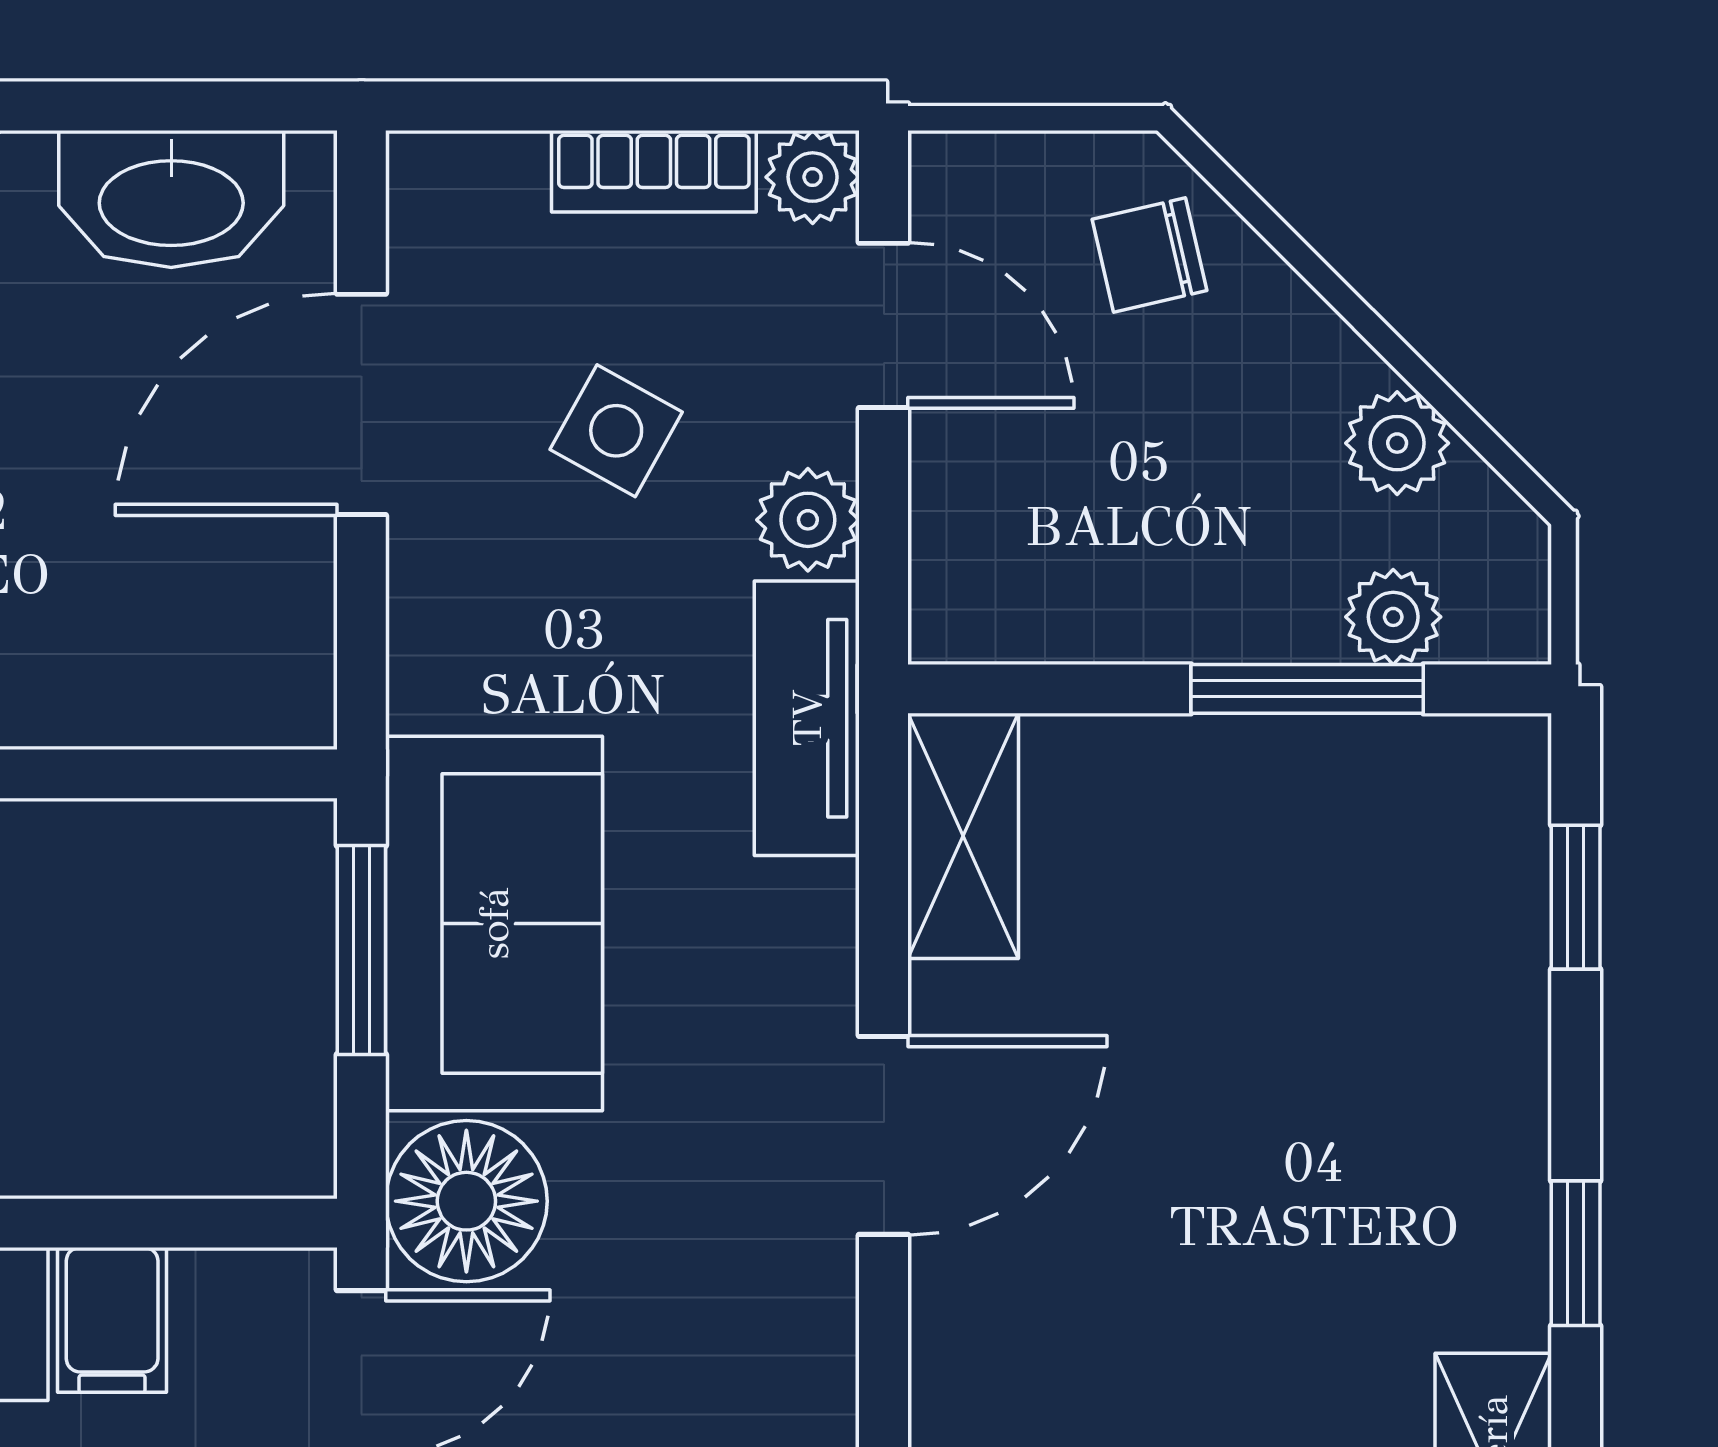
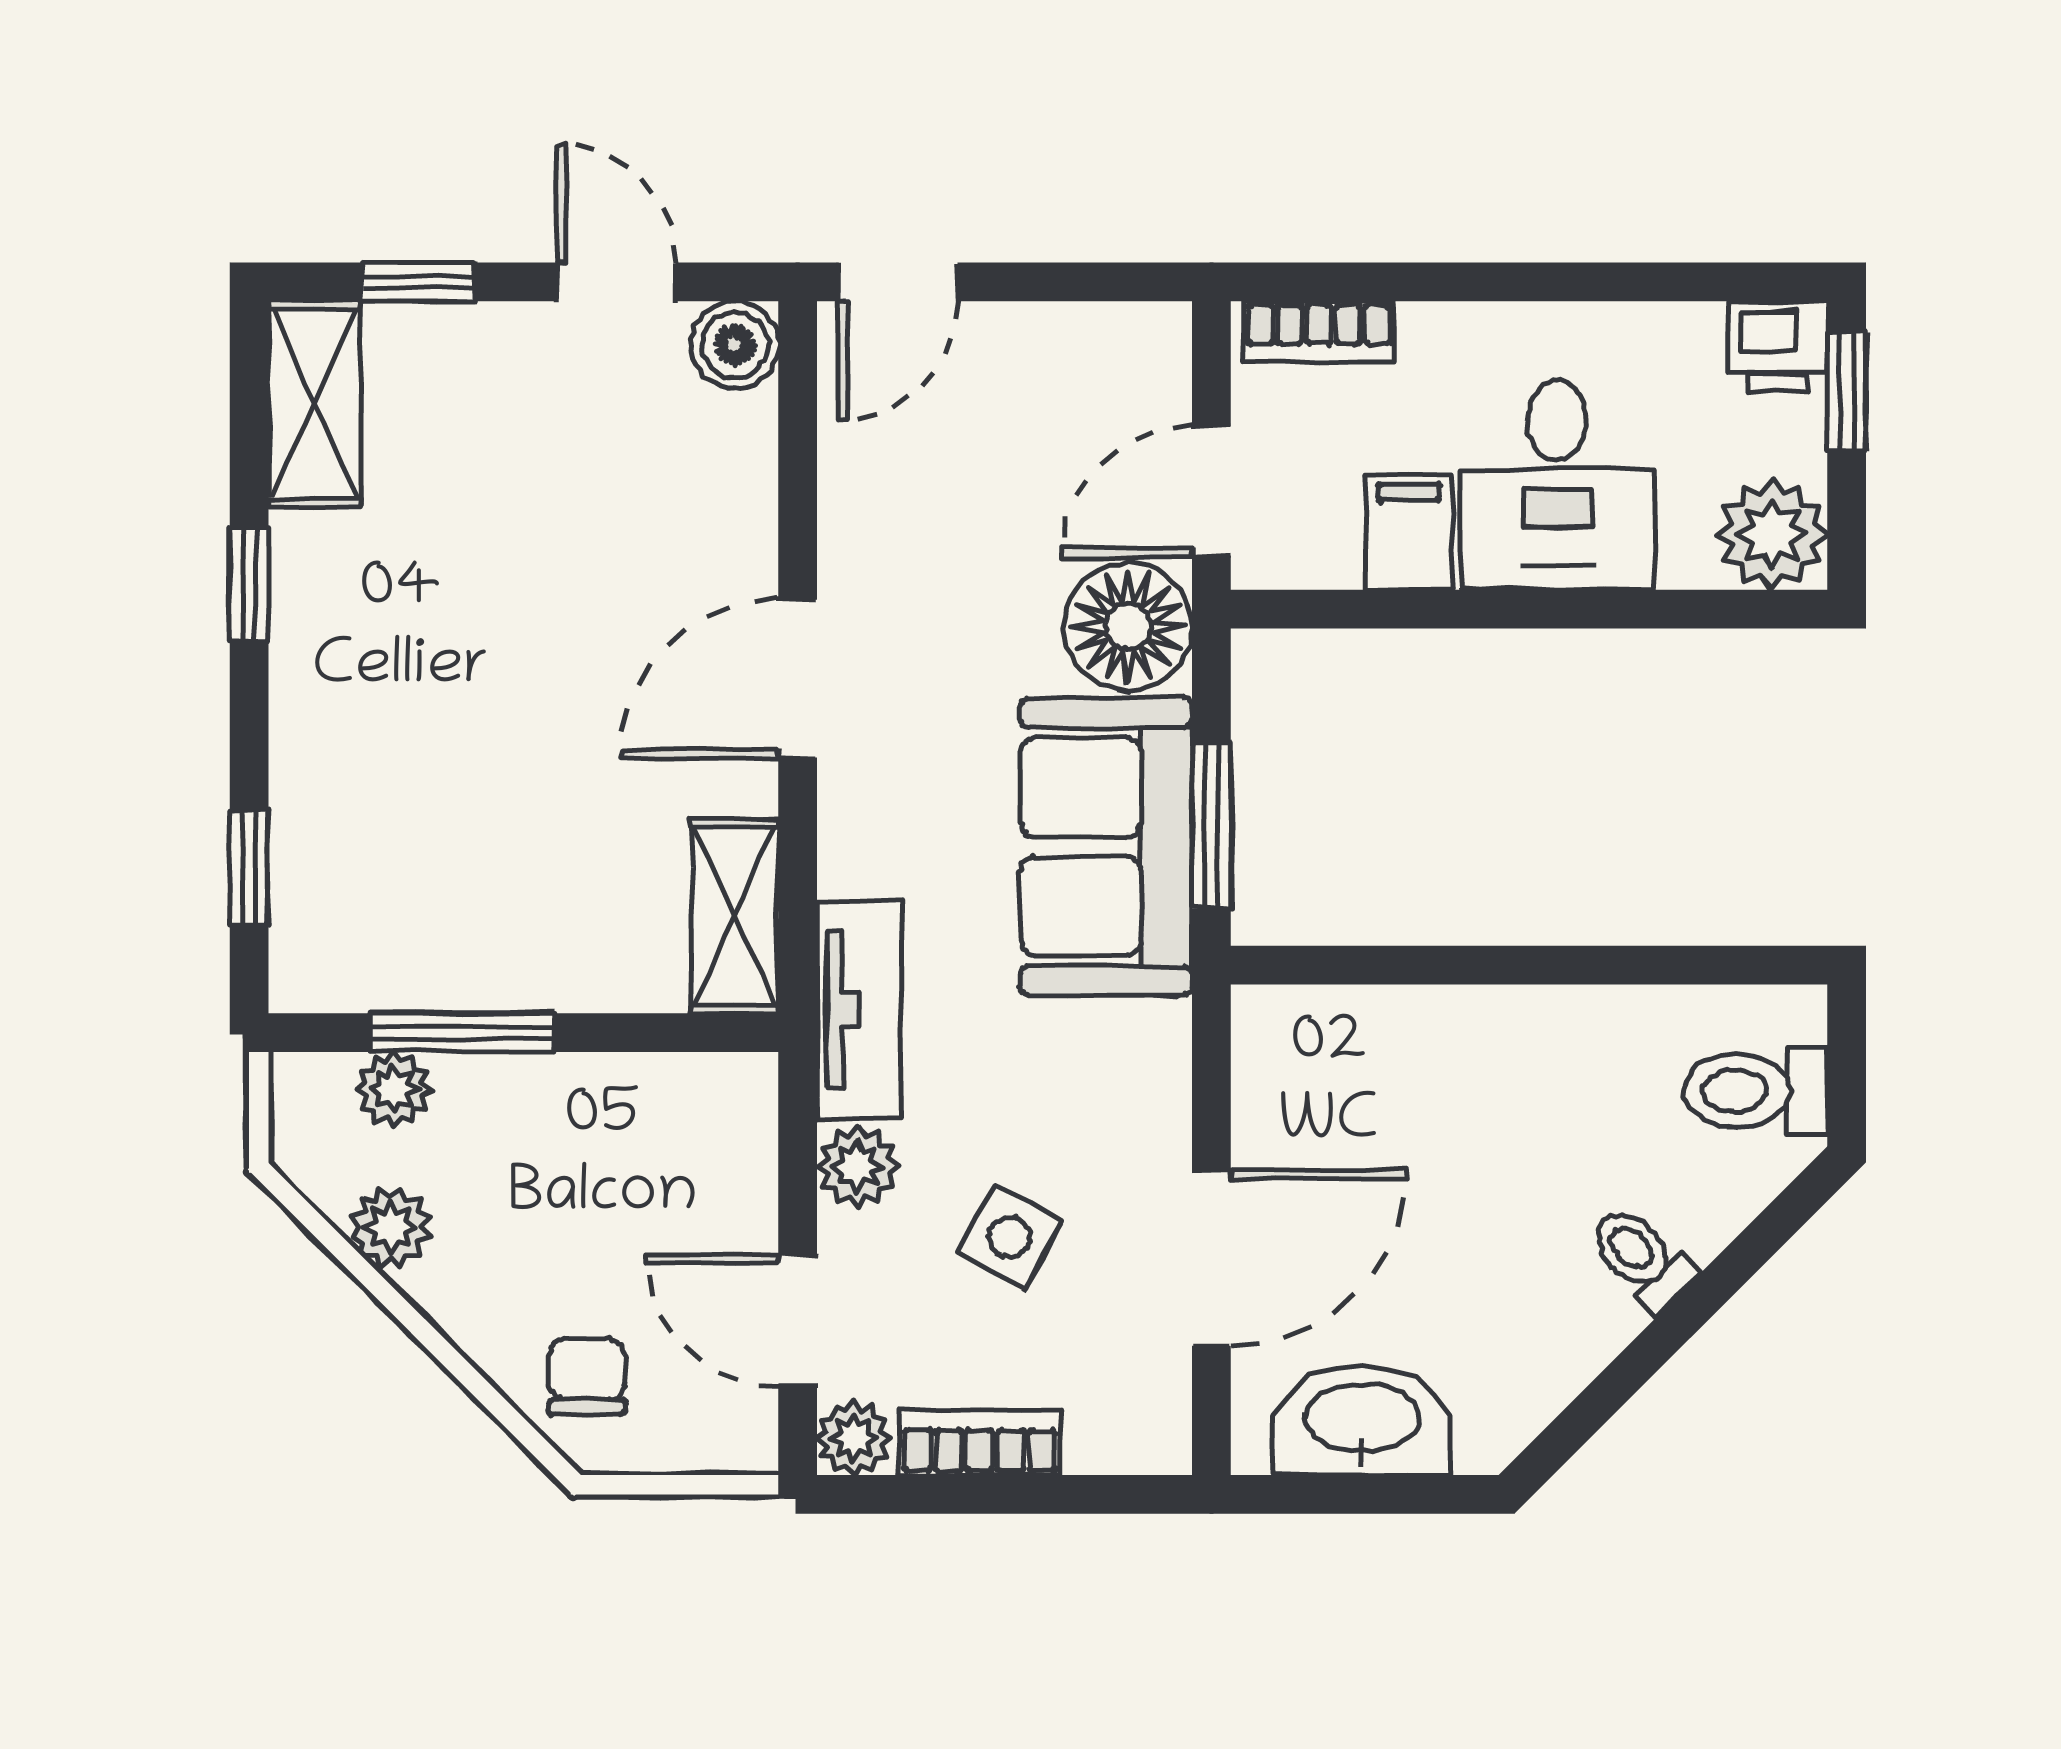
chair: (1150, 255) -> (587, 1376), turned -77

